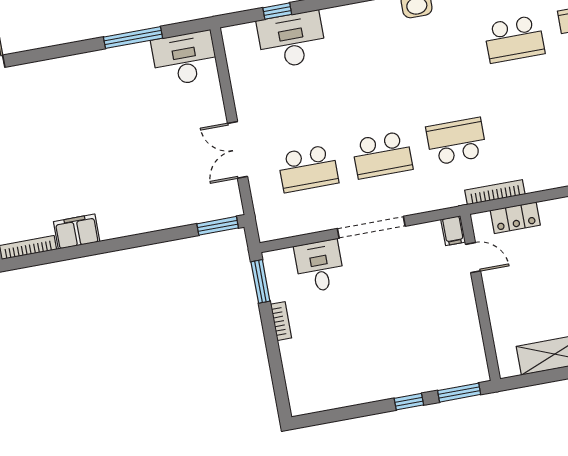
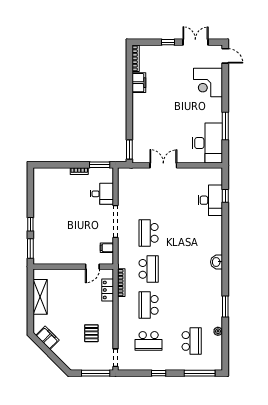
school desk: (514, 39) -> (149, 305), moved
desk: (185, 59) -> (207, 143), width x1.36, depth x1.30
corner desk: (50, 89) -> (208, 82), added
school desk: (308, 169) -> (149, 197), removed
filing cabinet: (453, 231) -> (107, 248), moved

